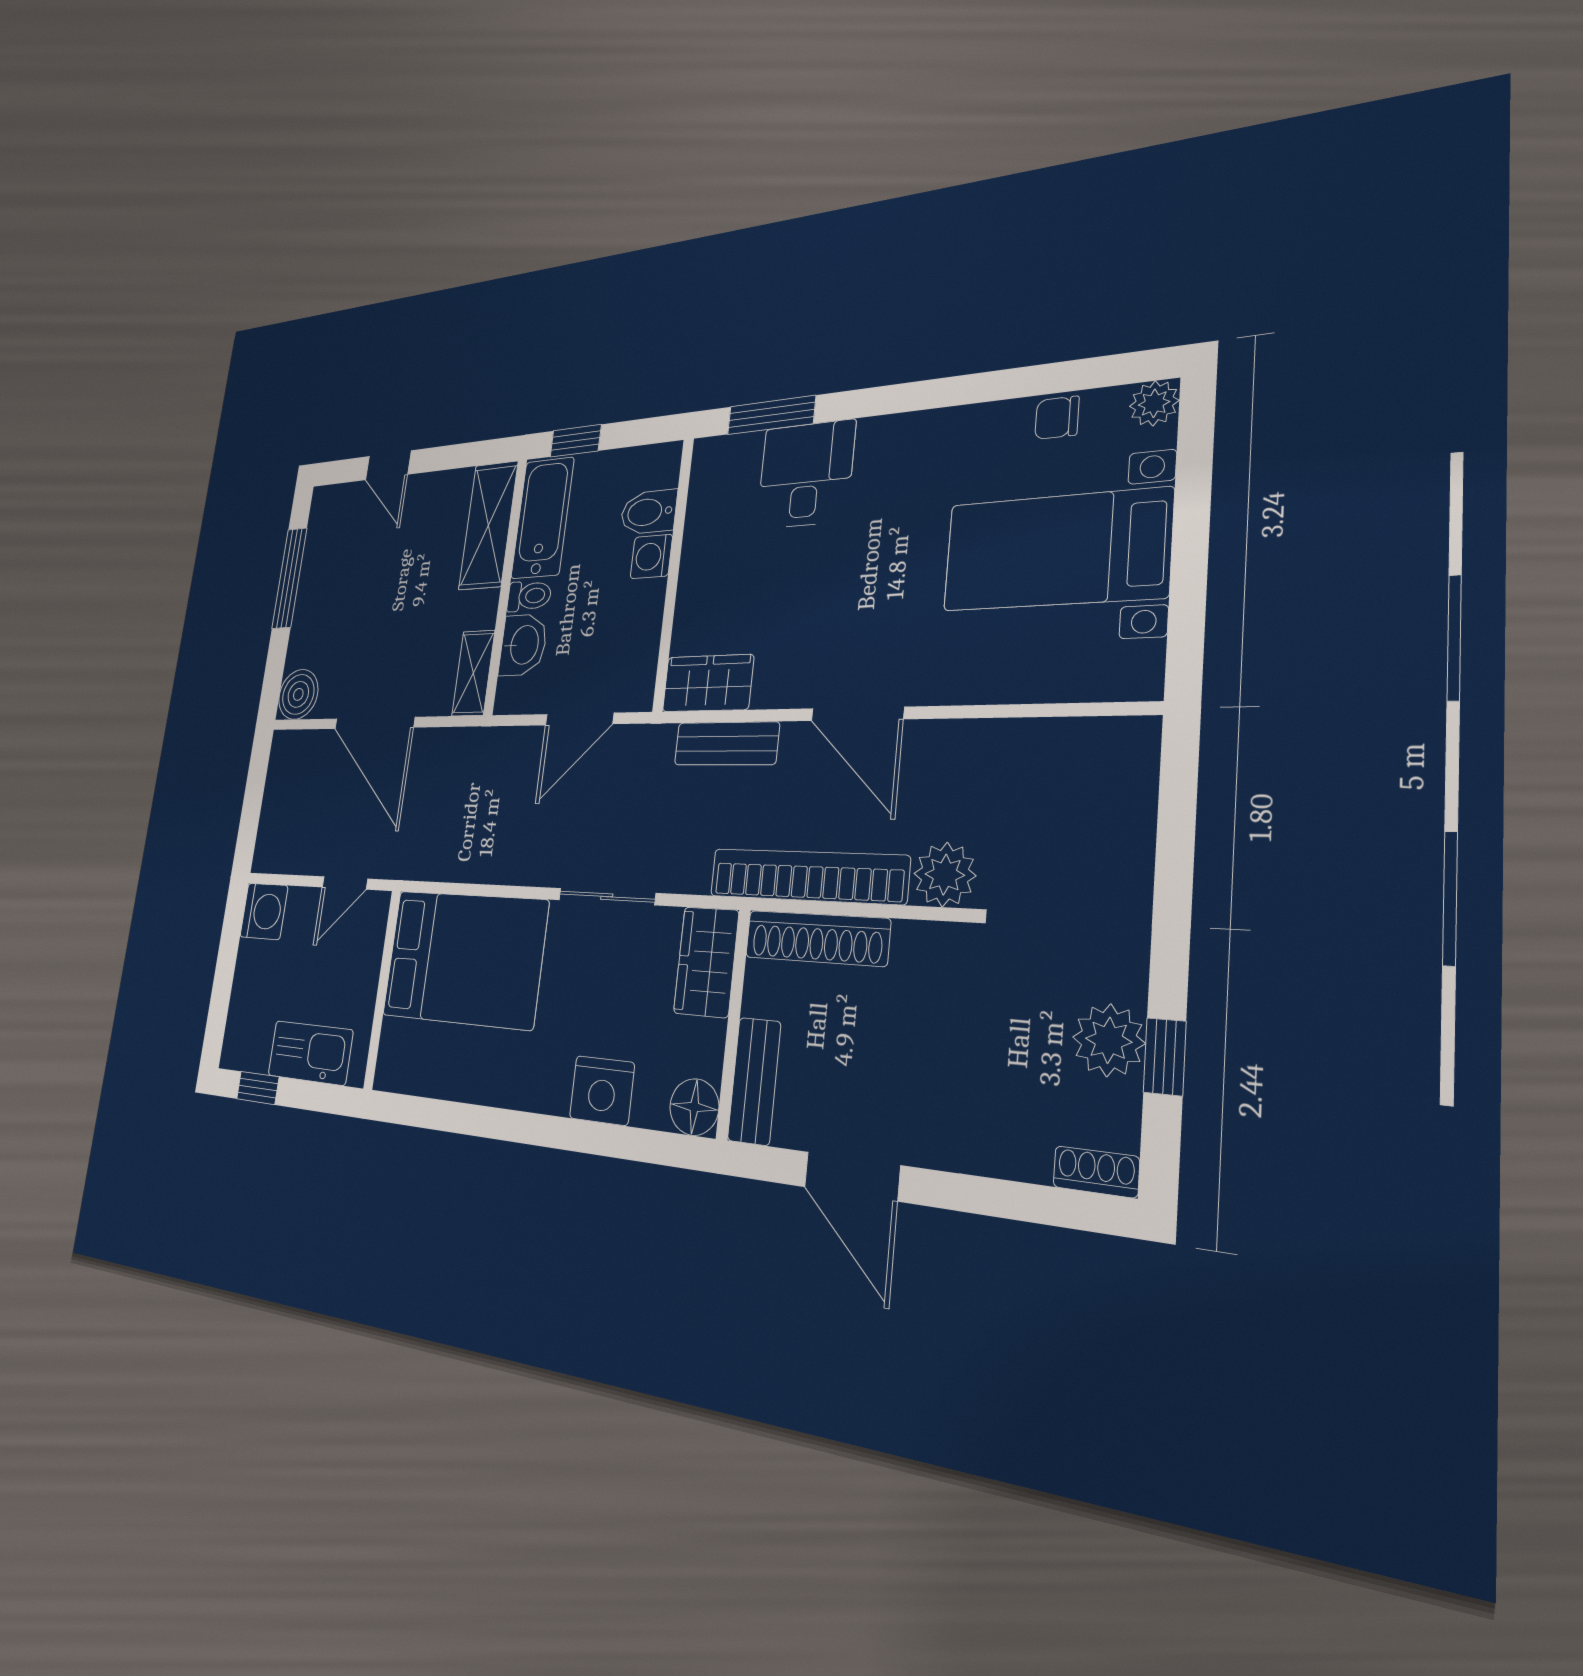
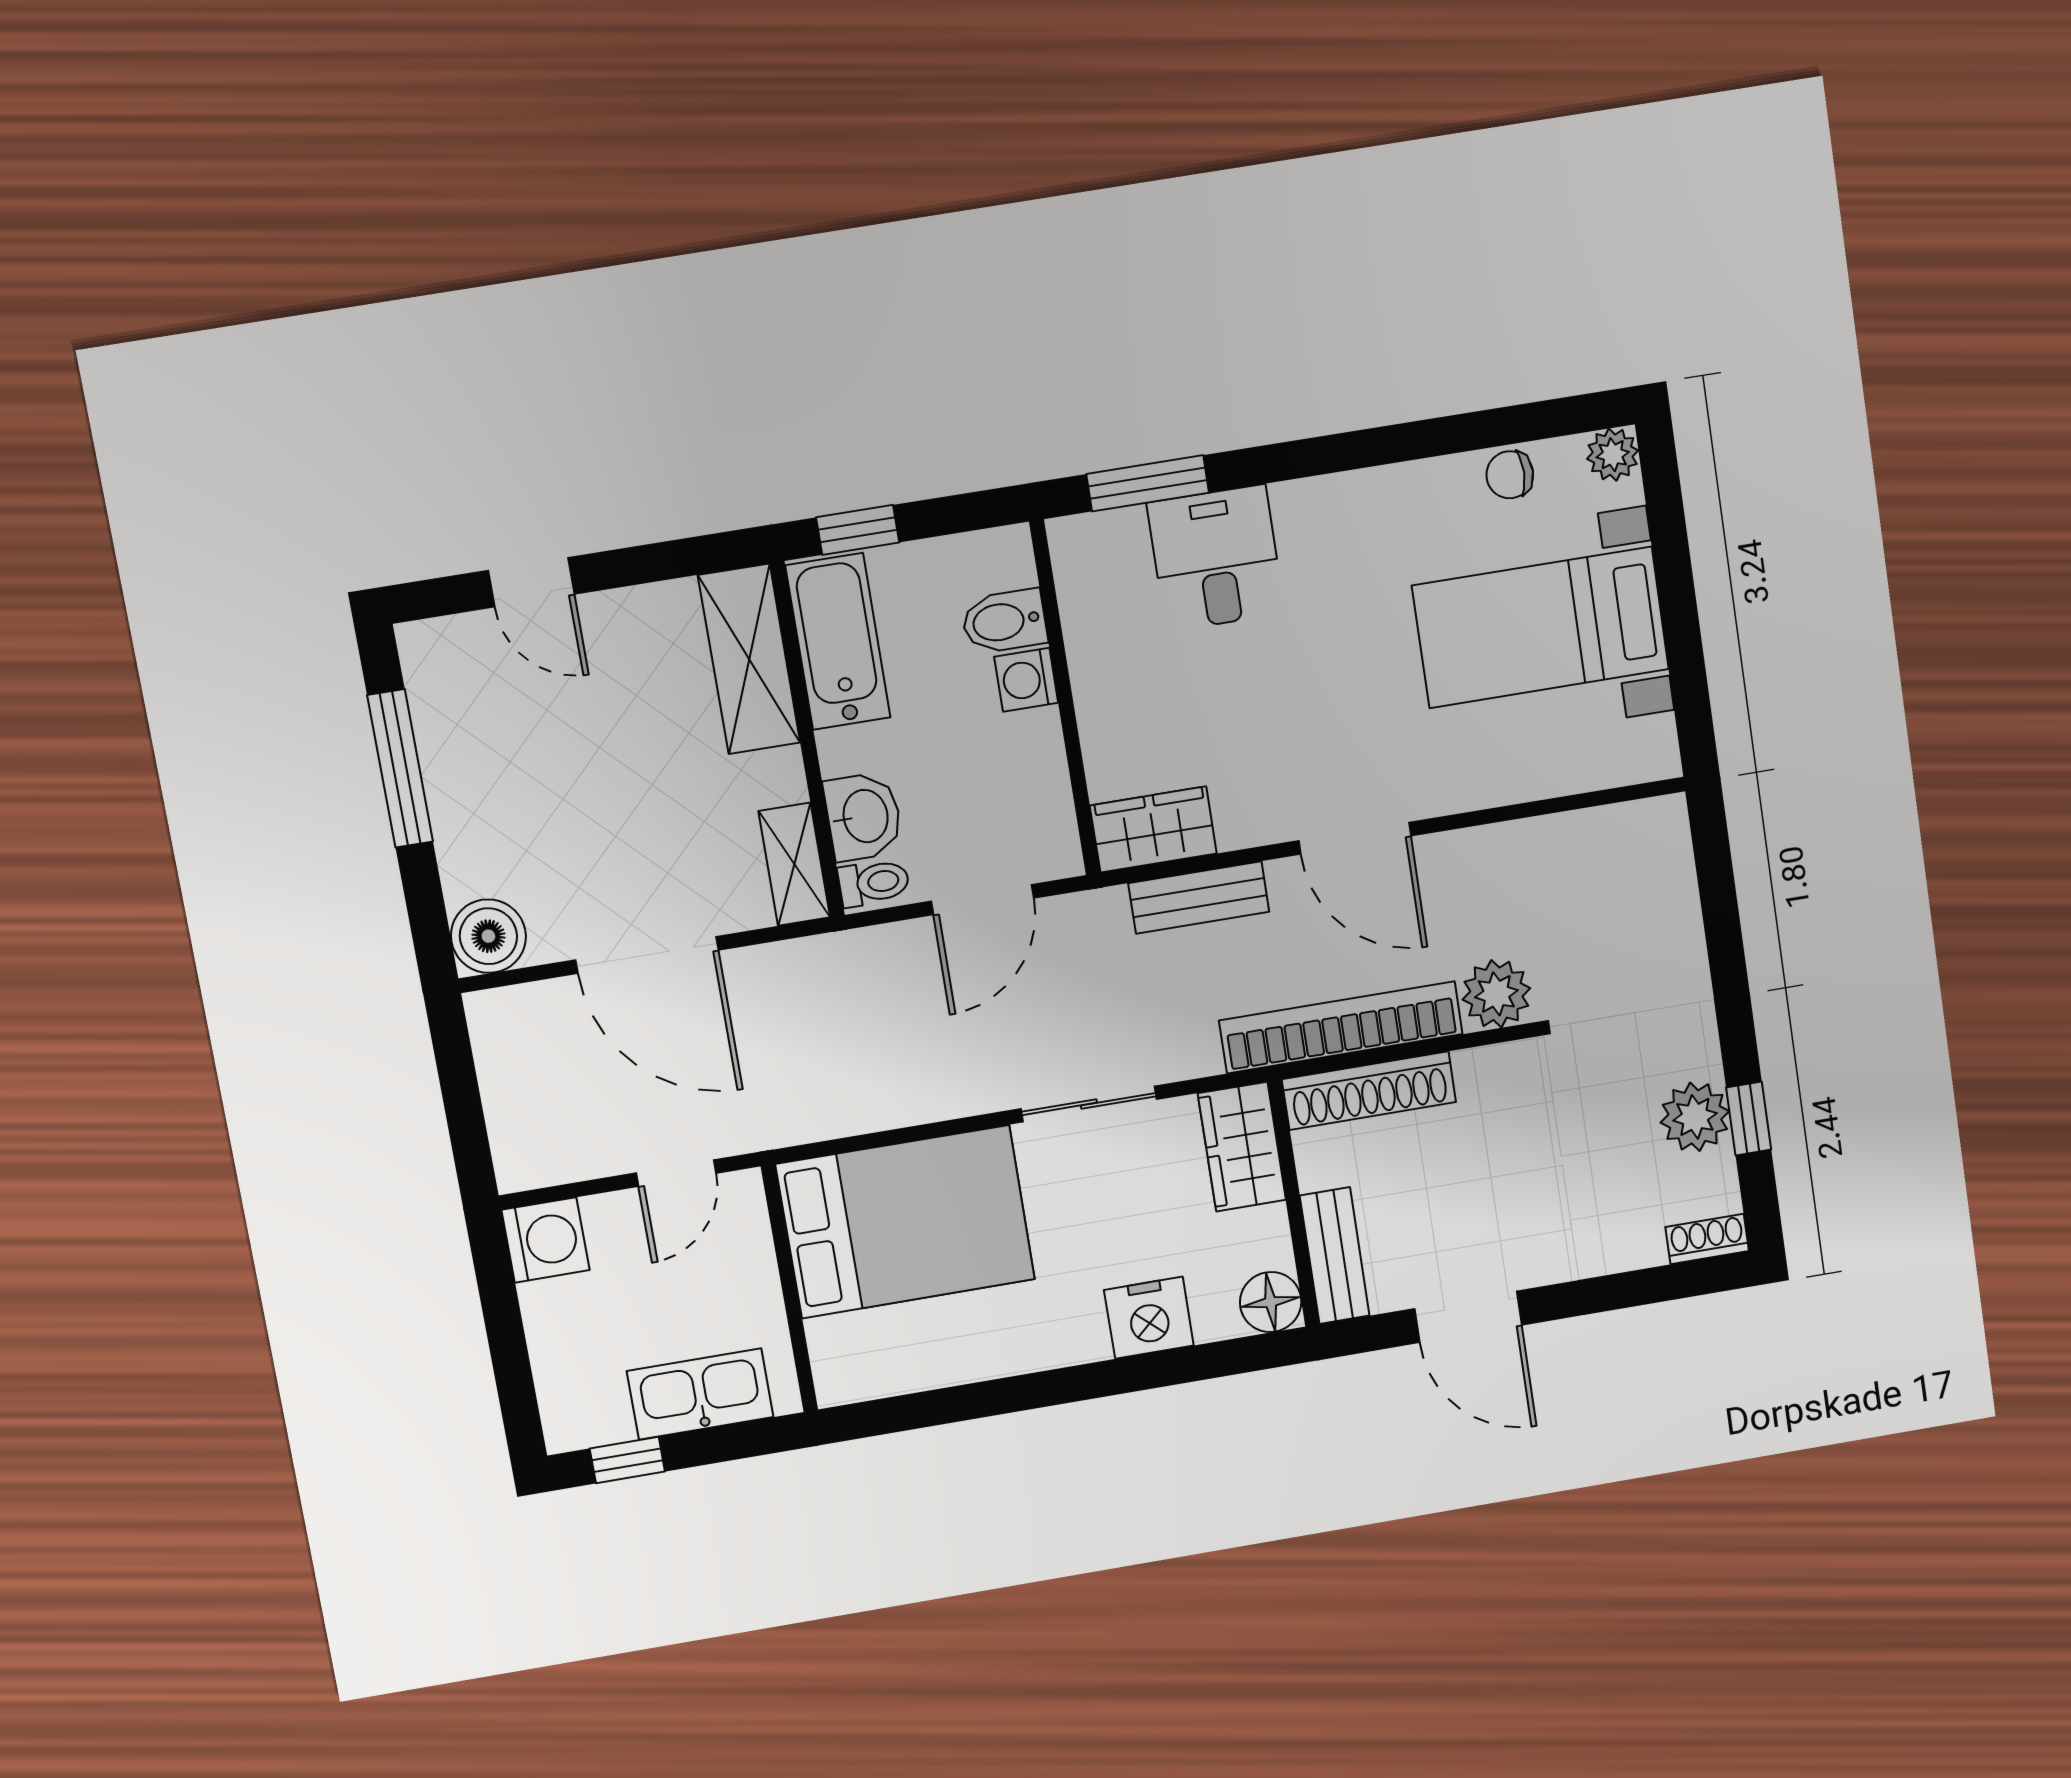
toilet: (529, 596) -> (874, 883), moved

